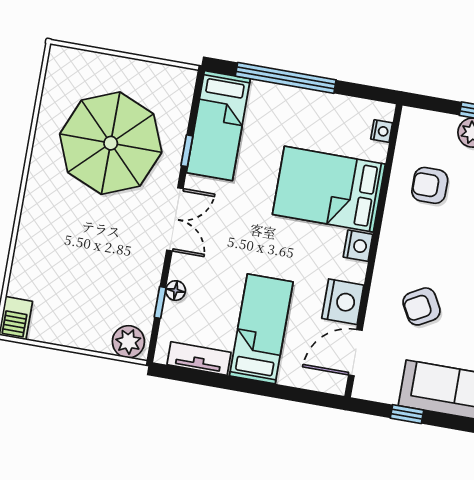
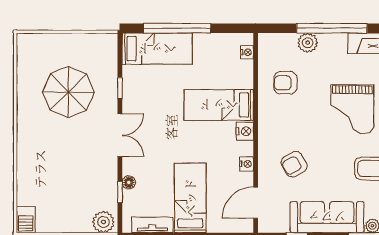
bed: (218, 126) -> (157, 49), moved, turned -90
parasol: (111, 143) -> (68, 92), width x0.73, depth x0.73
bed: (329, 189) -> (219, 105), width x0.67
nightstand: (343, 302) -> (247, 164), width x0.53, depth x0.56

